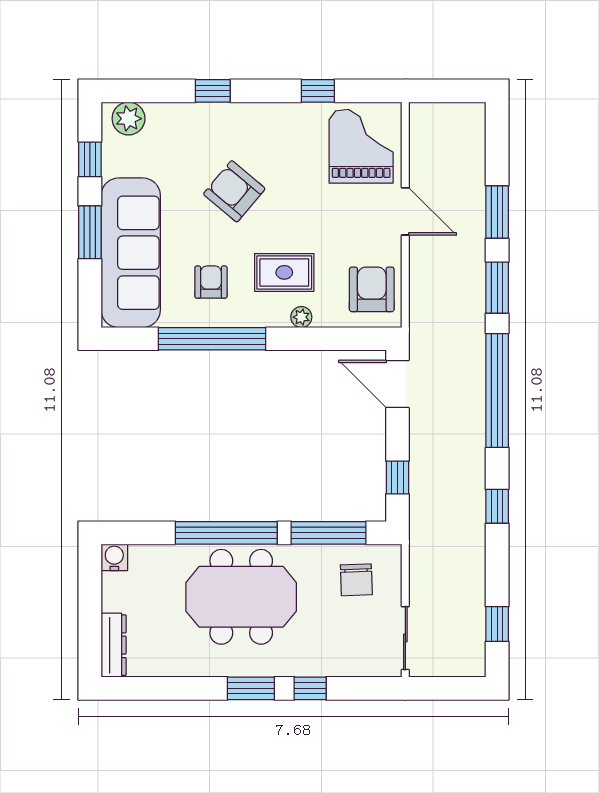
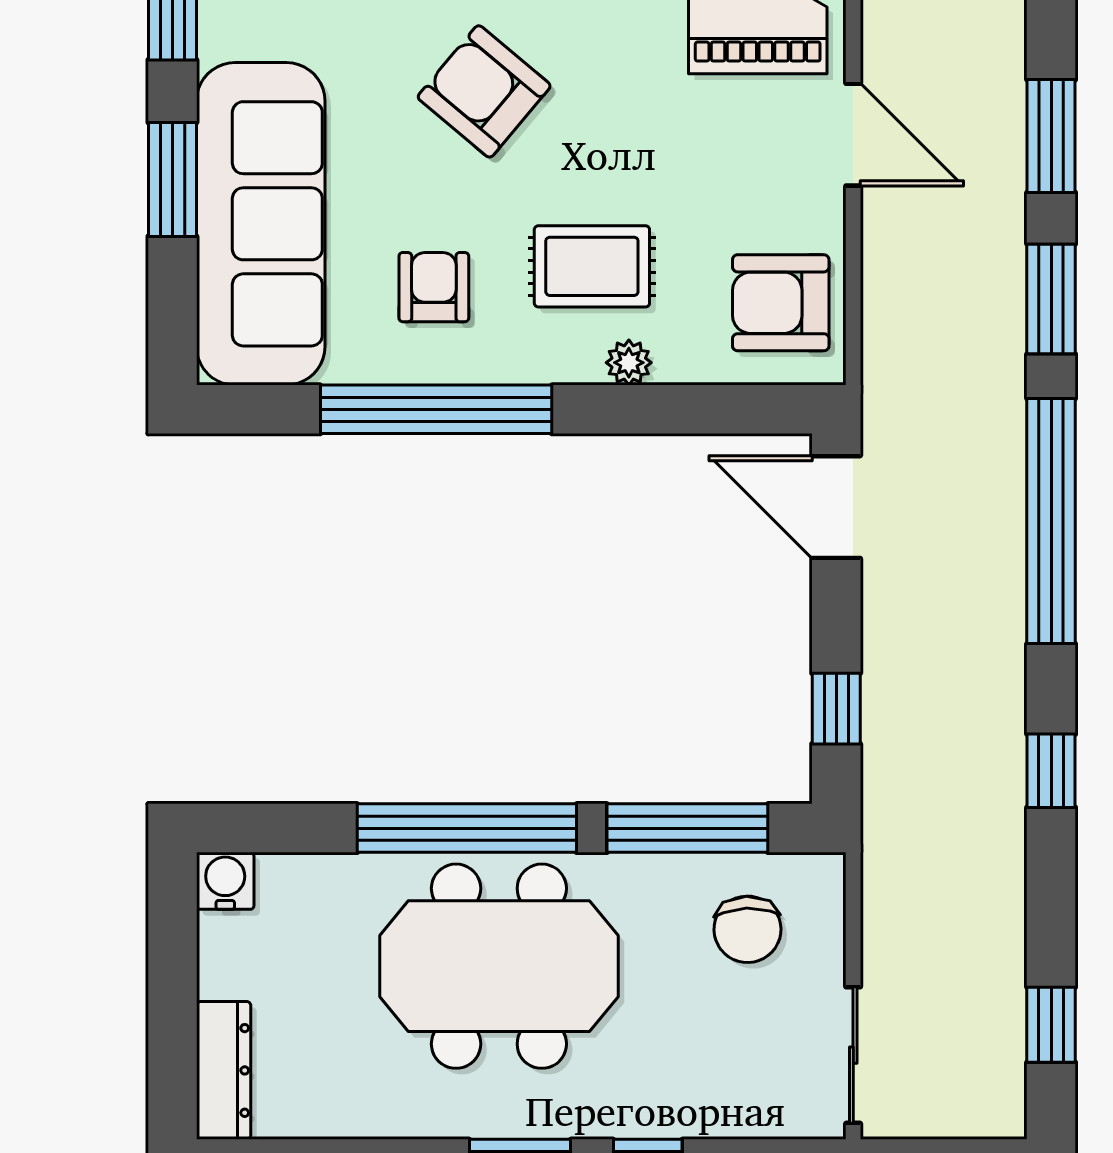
armchair: (372, 289) -> (781, 303), turned -90

